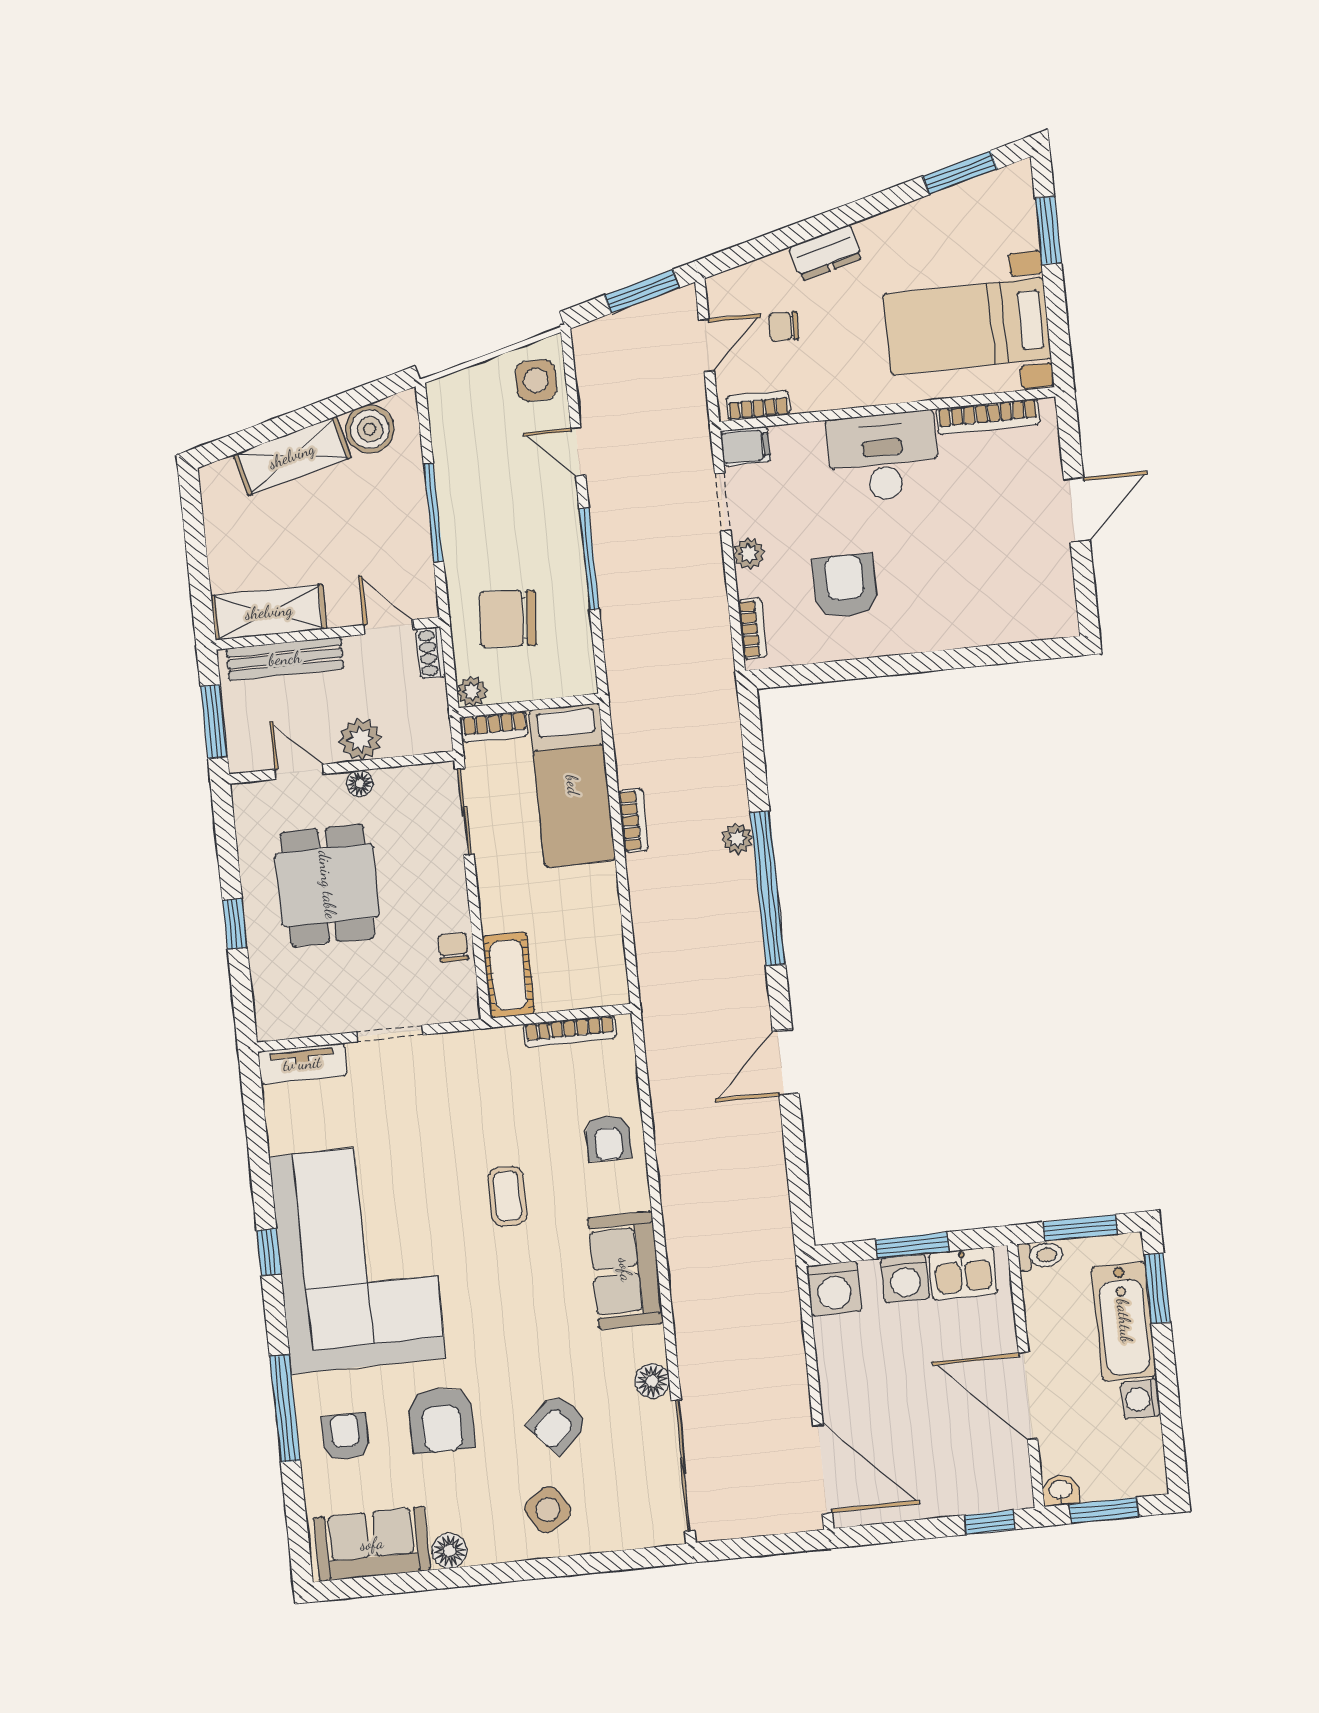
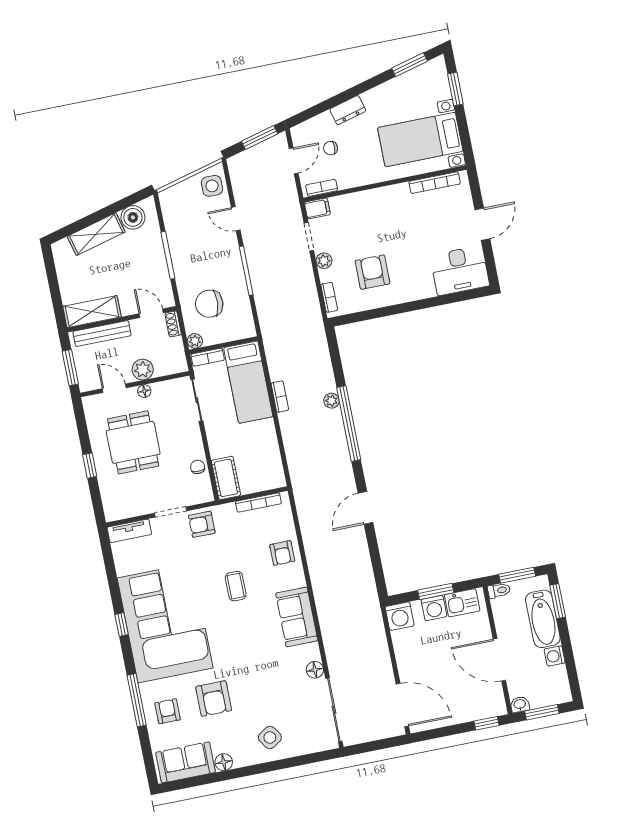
desk: (883, 457) -> (460, 270), moved, turned 180
armchair: (557, 1424) -> (202, 524), moved, turned 42

